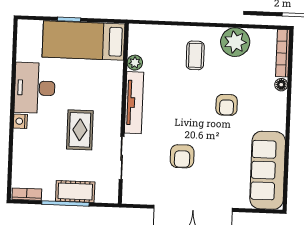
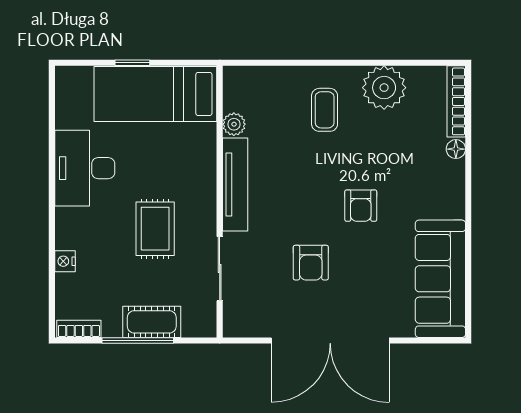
armchair: (227, 105) -> (361, 206), moved
nightstand: (20, 121) -> (65, 261), moved

